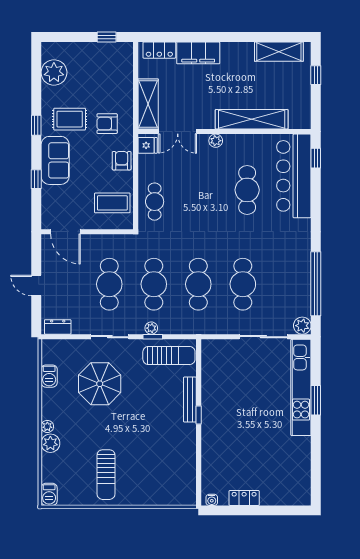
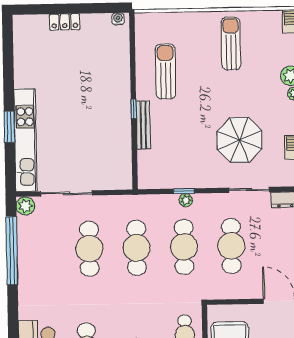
sliding door: (110, 337) -> (249, 190), moved
sun lounger: (169, 355) -> (166, 71), moved, turned 90
locker: (244, 498) -> (65, 22), moved

